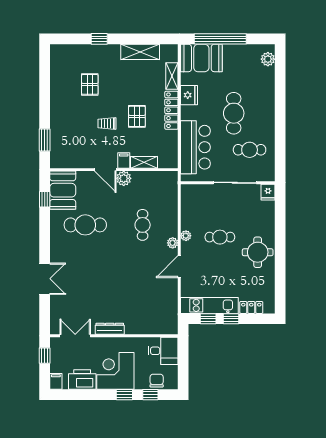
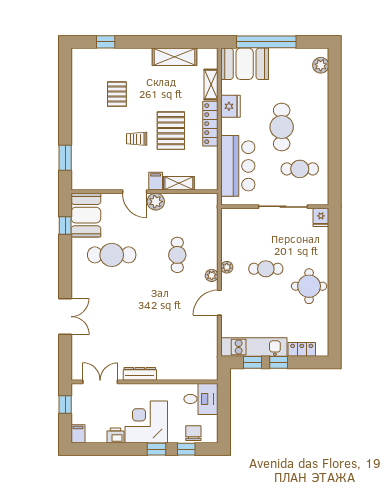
window: (99, 39) -> (106, 42), moved
pallet: (137, 116) -> (171, 131), width x1.50, depth x1.42
printer: (82, 380) -> (115, 436), width x0.53, depth x0.68

